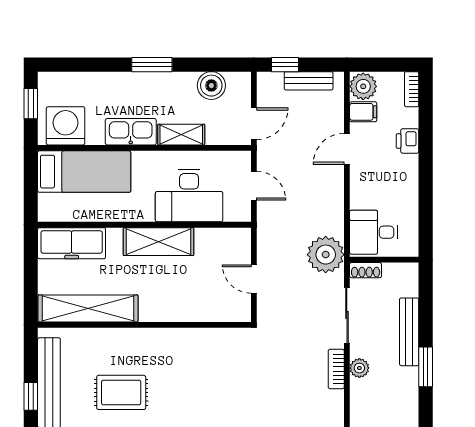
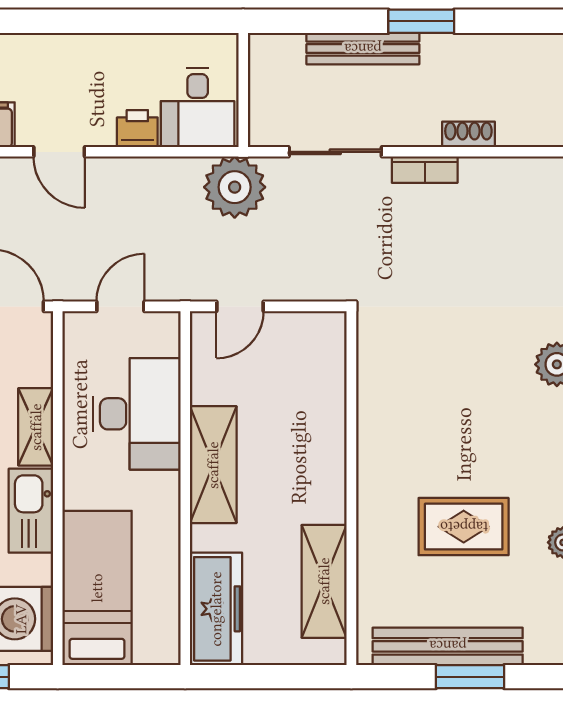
printer: (407, 141) -> (137, 129), moved, turned 180
shoe rack: (366, 270) -> (468, 134), moved, turned -90
door: (254, 279) -> (240, 306), moved
shelving: (88, 308) -> (324, 581), width x0.68
plant: (359, 368) -> (423, 131), removed
rug: (121, 392) -> (464, 527), turned 90
window: (31, 396) -> (470, 677), width x1.50

